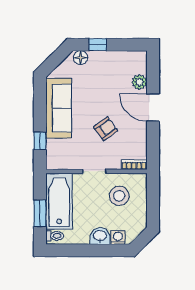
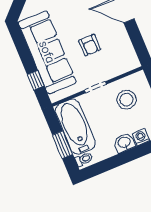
sofa: (59, 108) -> (47, 52), width x1.36, depth x1.27
armchair: (106, 129) -> (90, 45), turned 126
bookcase: (134, 165) -> (128, 66), removed

